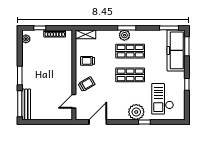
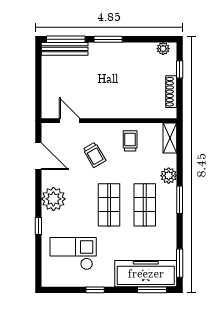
plant: (124, 35) -> (169, 176), moved
trolley: (87, 84) -> (94, 155), moved
plant: (136, 112) -> (53, 199), moved

